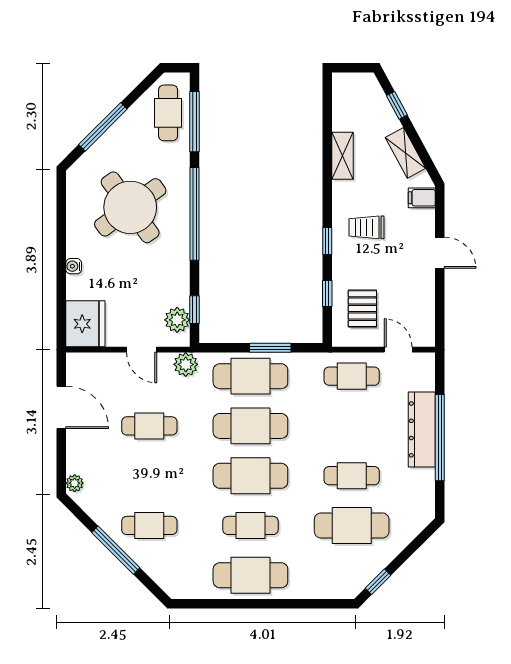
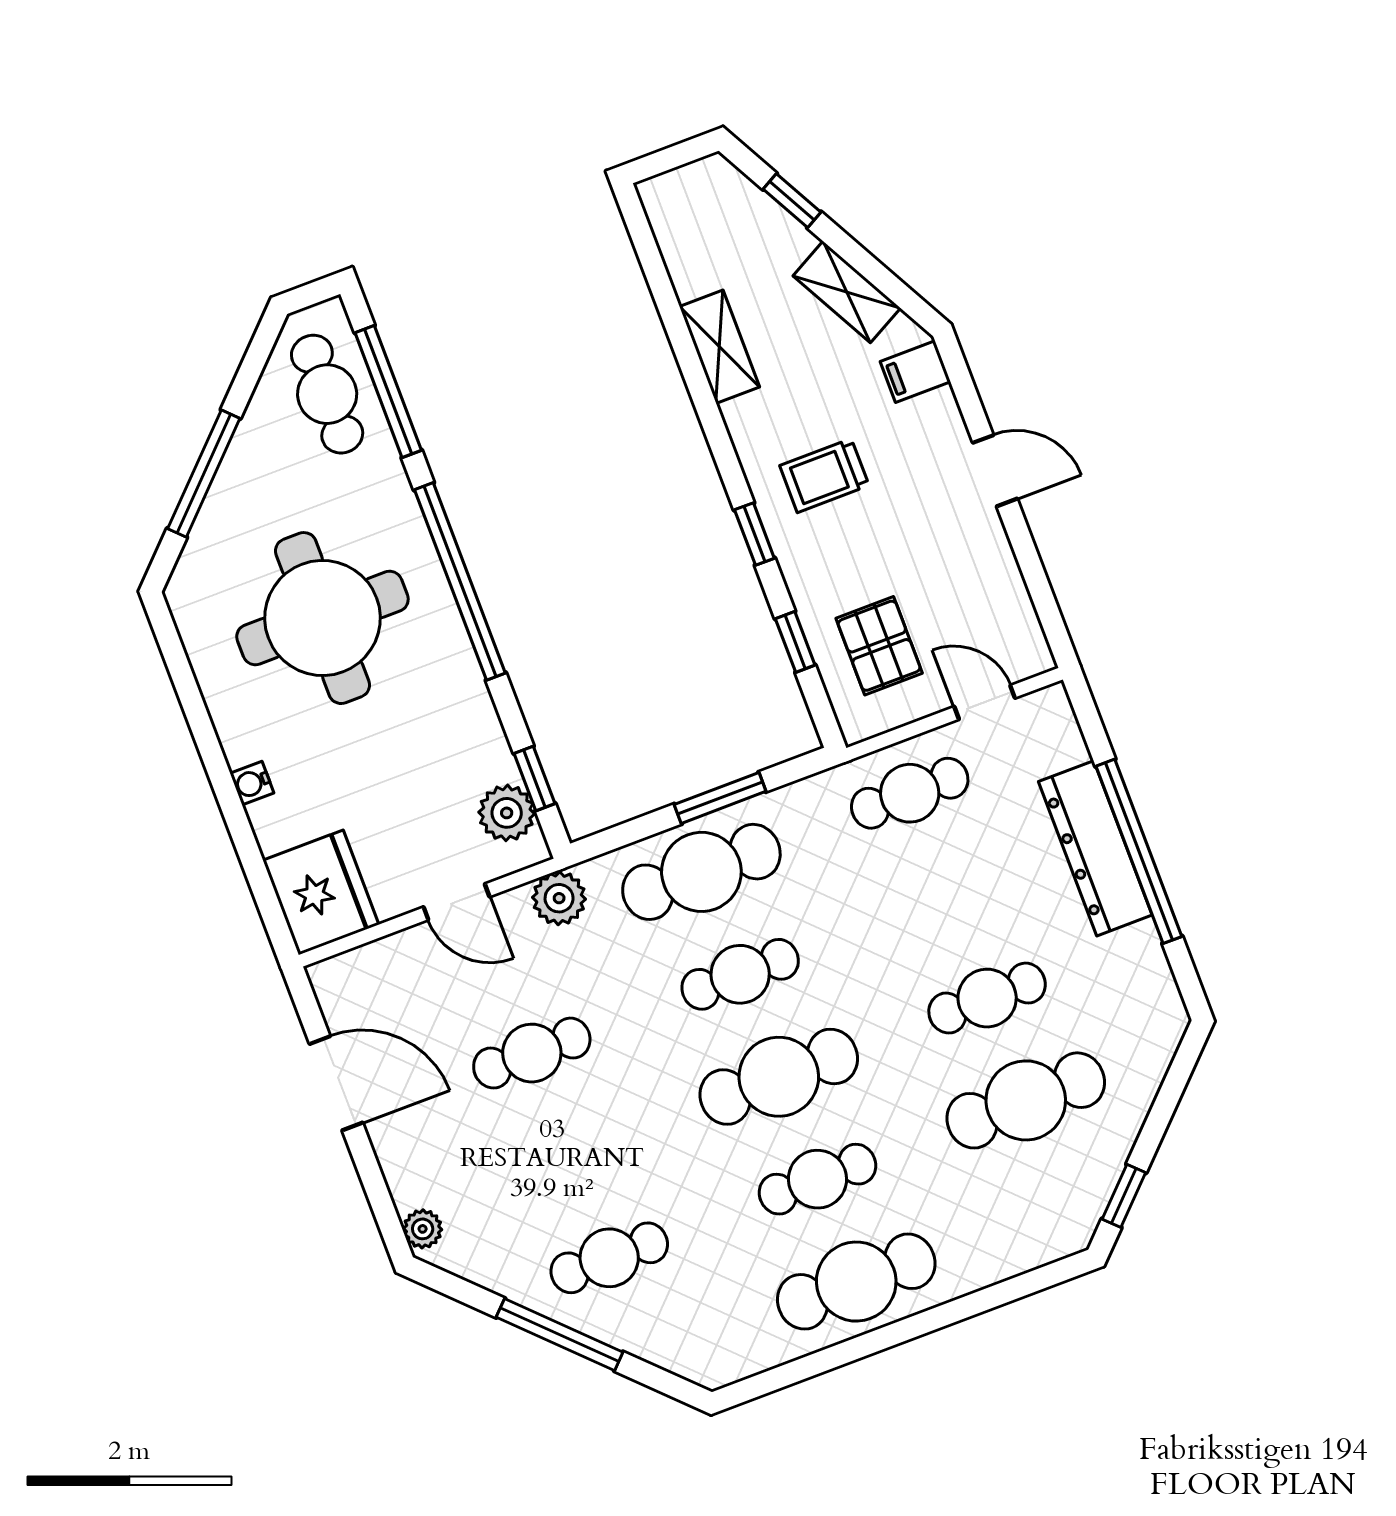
round table: (130, 207) -> (322, 618), turned 36
cafe table: (250, 426) -> (740, 974), width x0.73, depth x0.74

